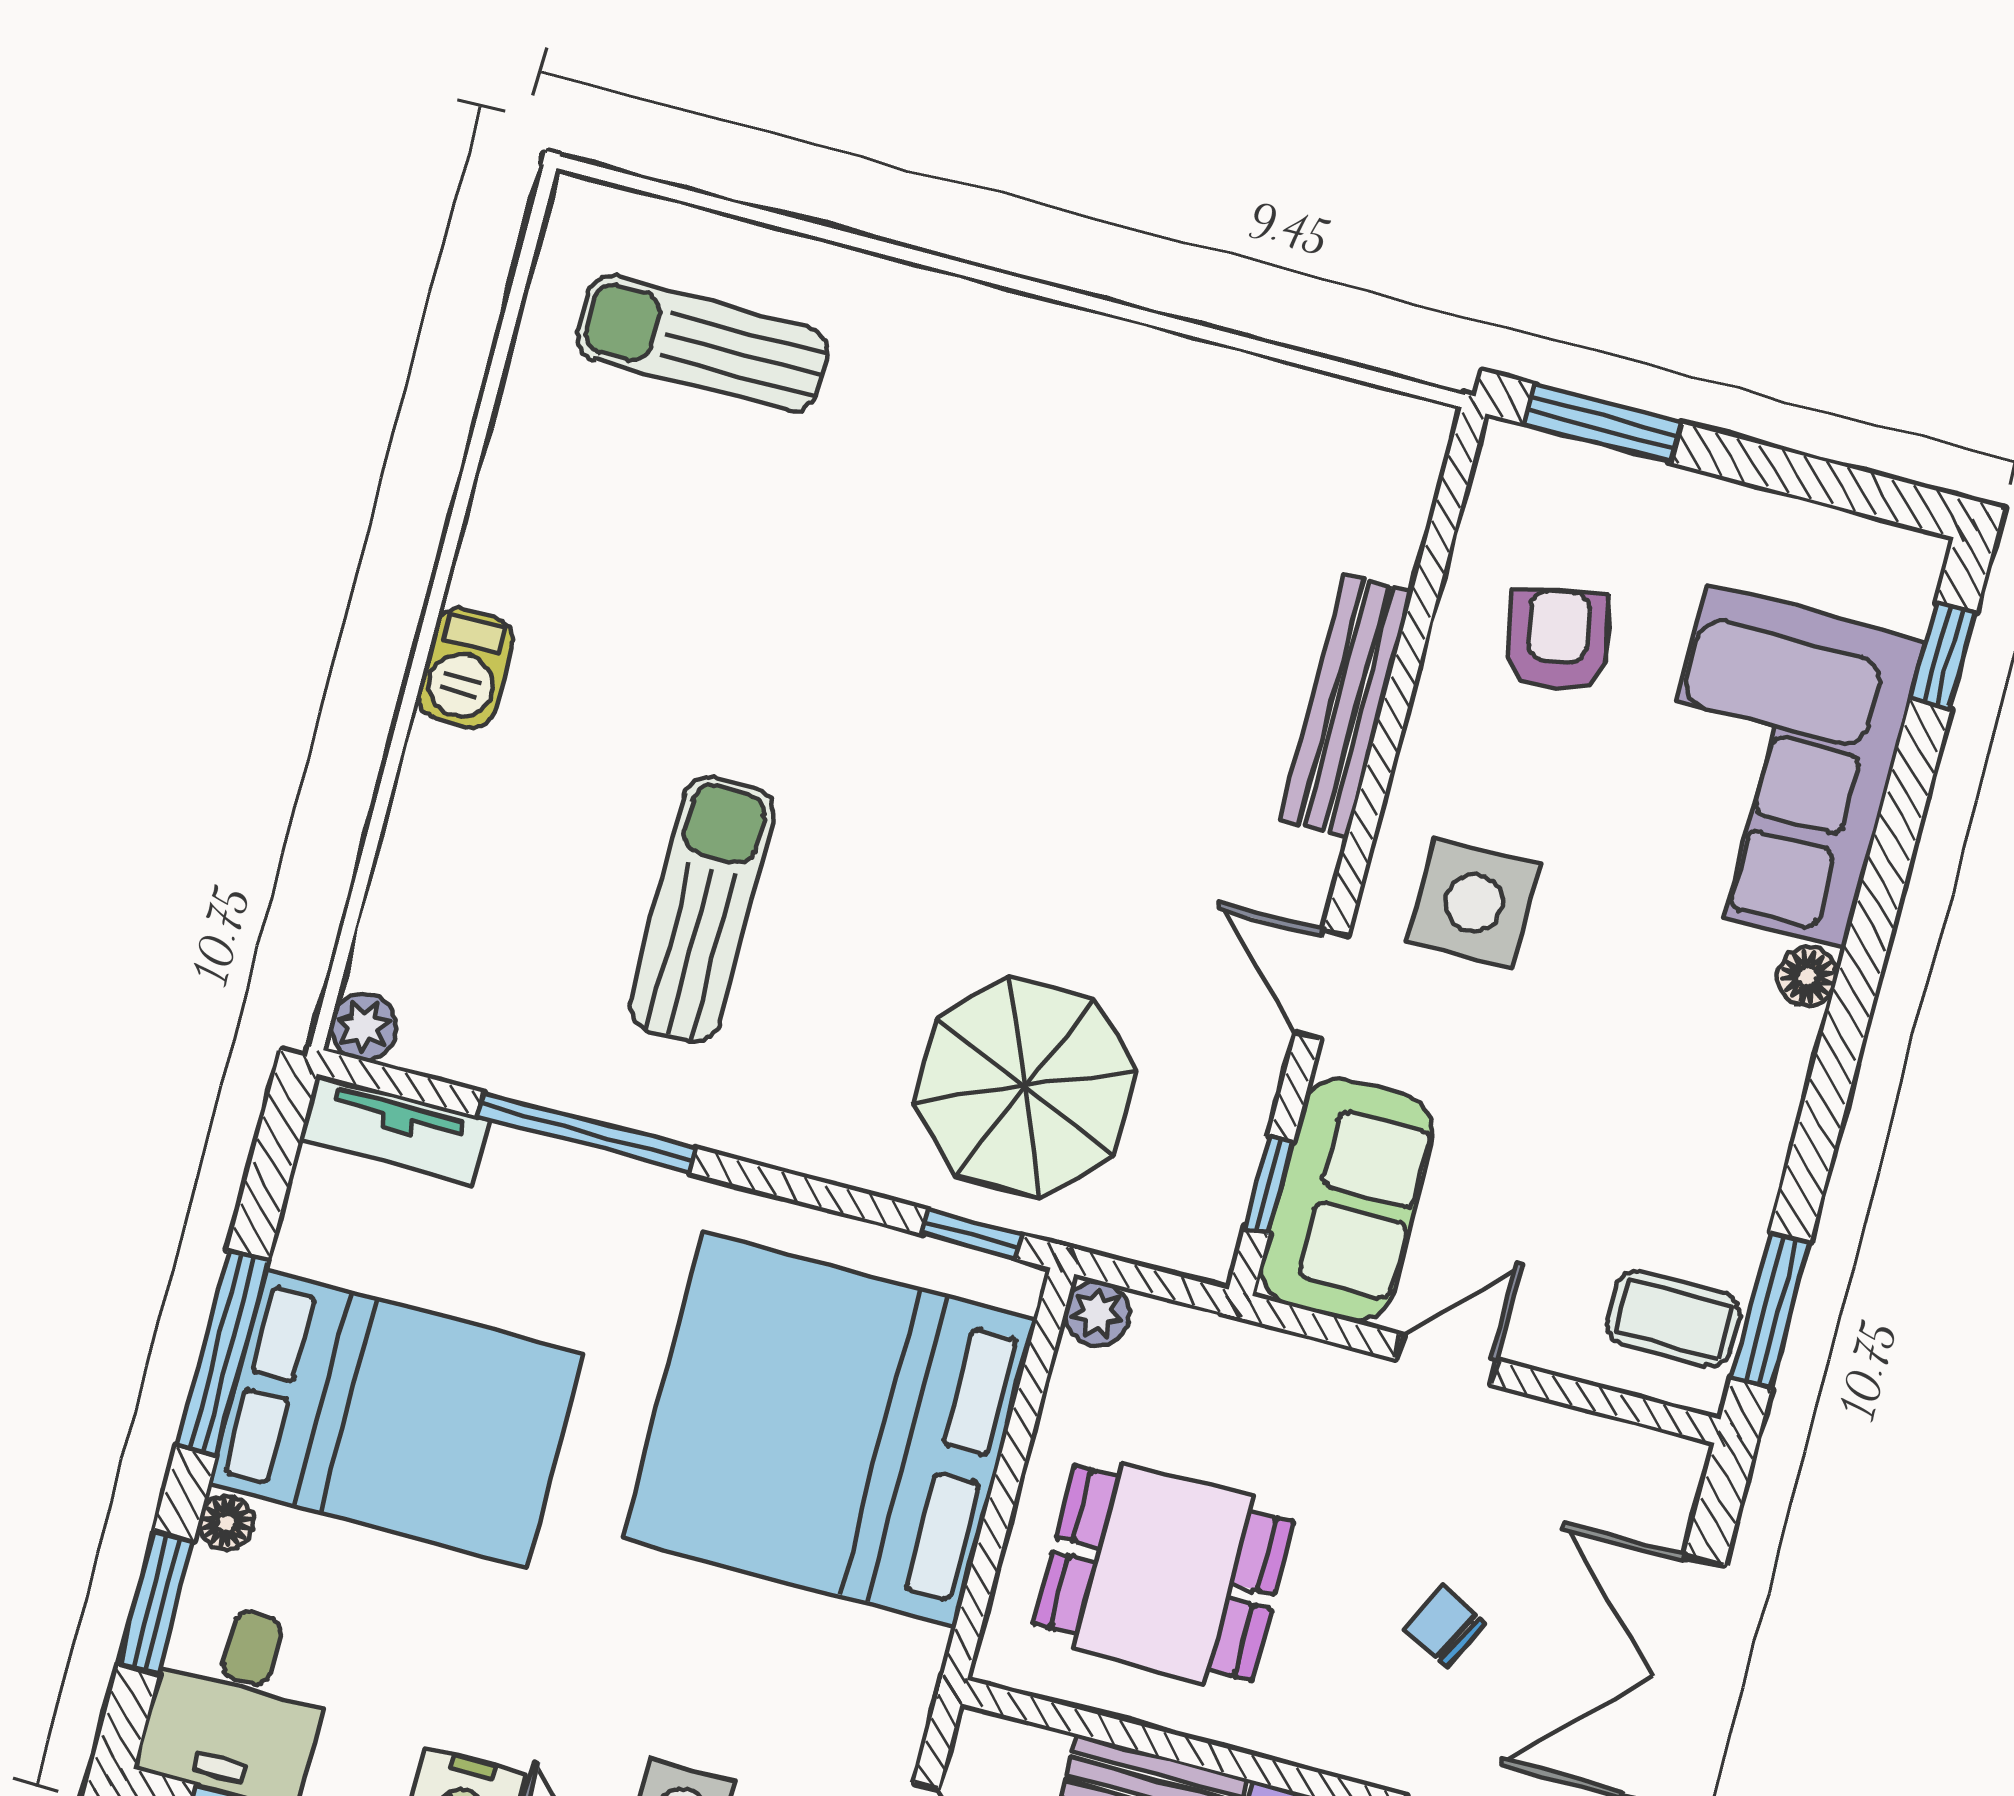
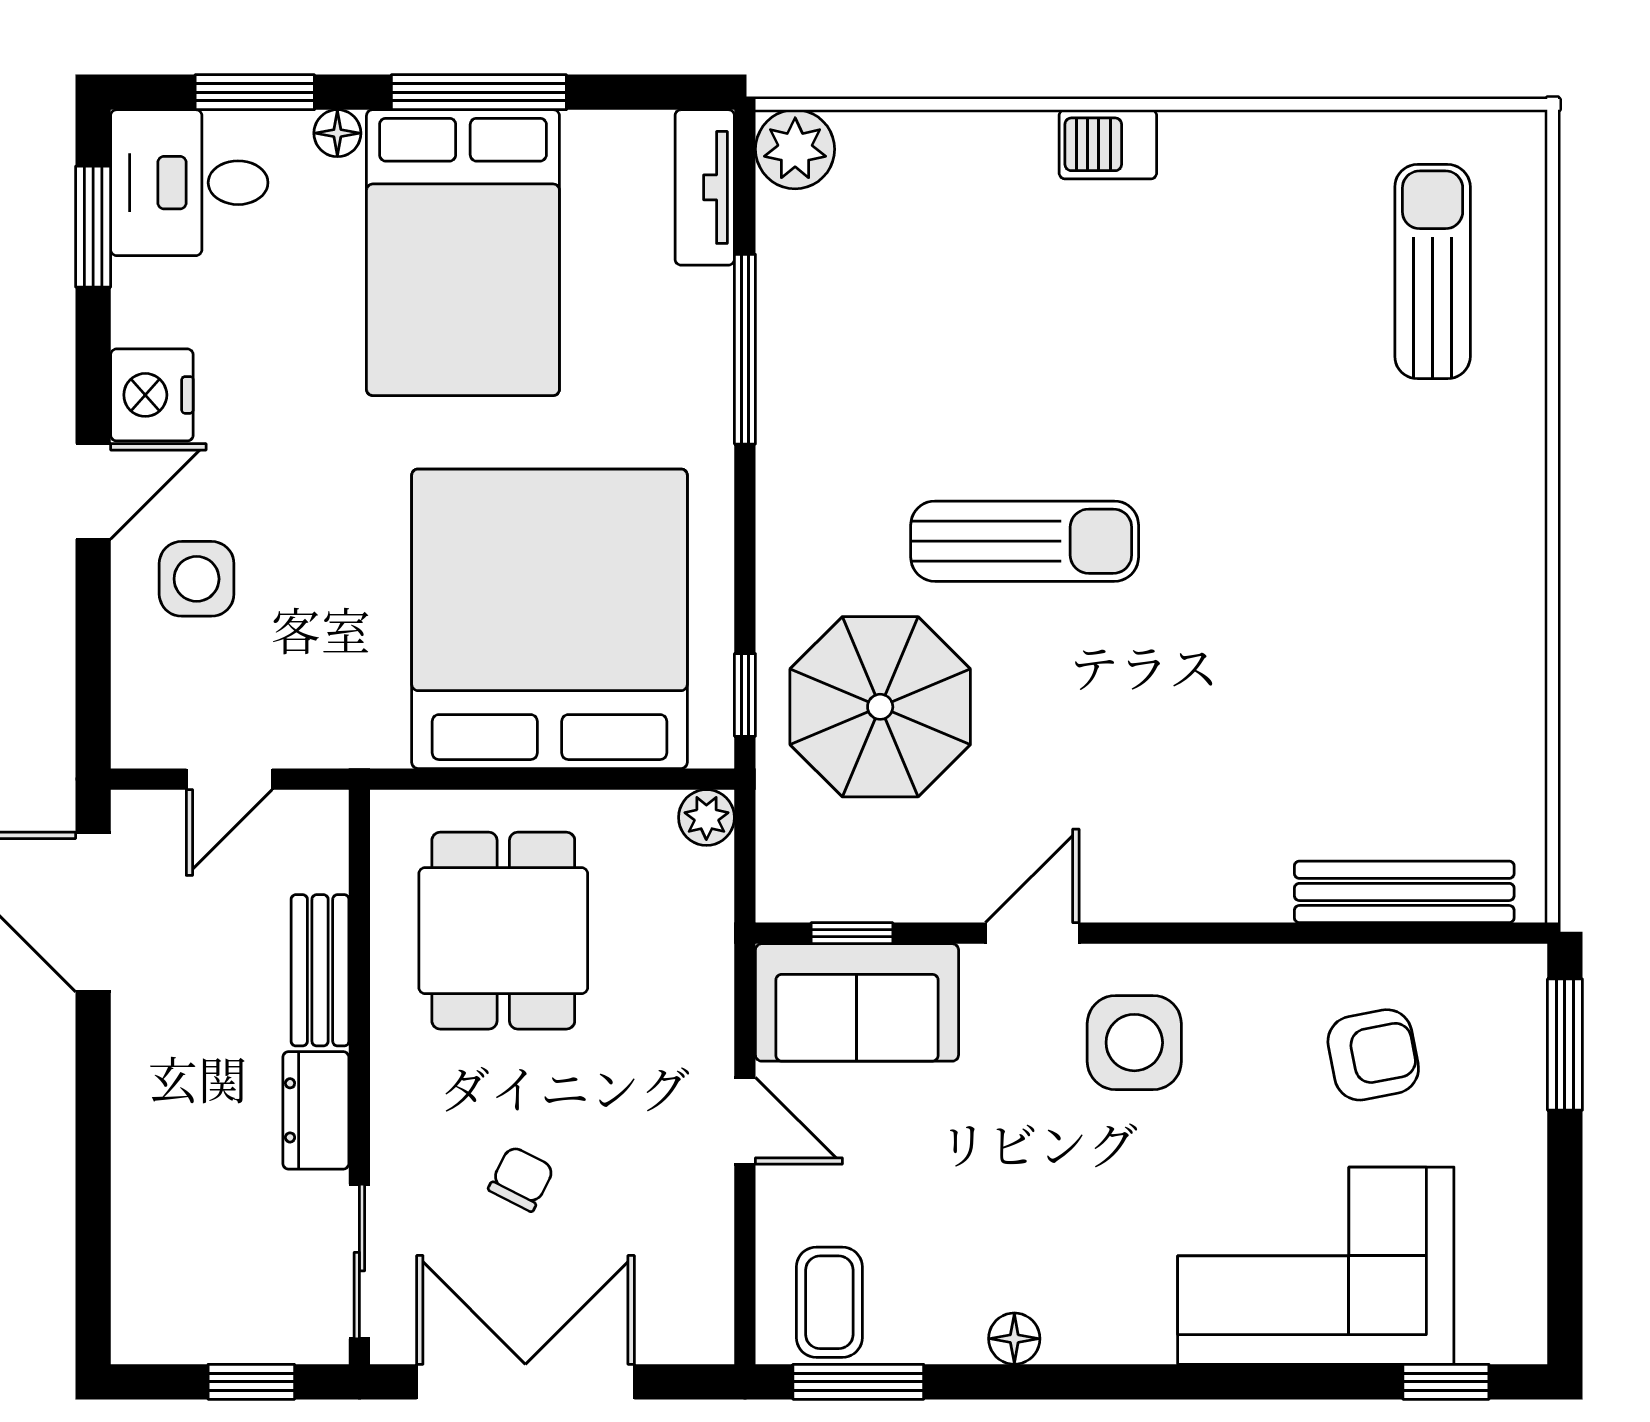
bench: (1346, 706) -> (1404, 892), moved
sun lounger: (702, 909) -> (1025, 541), moved
floor lamp: (1807, 976) -> (1014, 1339), moved
plant: (363, 1027) -> (795, 149), width x1.38, depth x1.38

